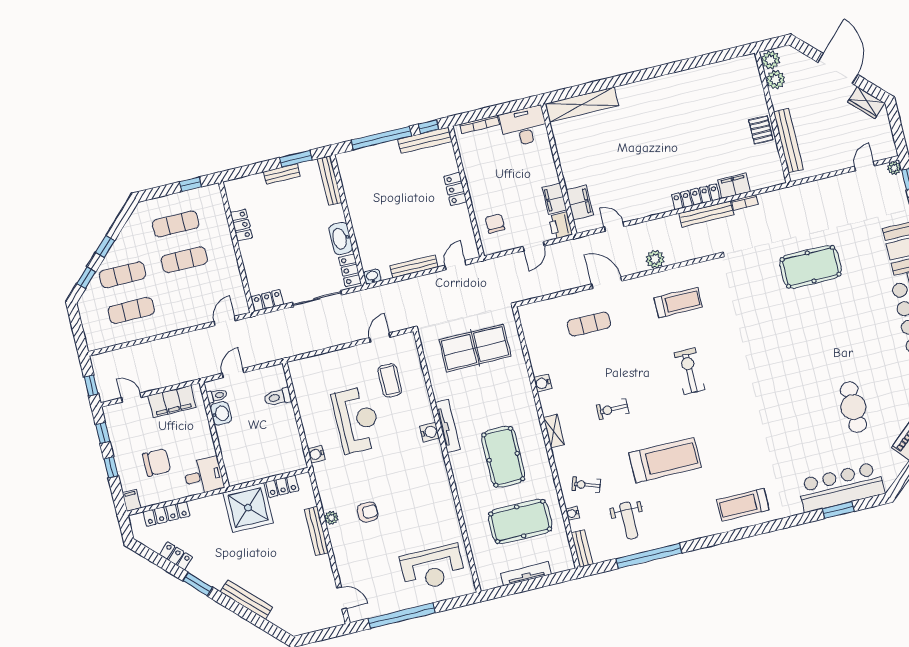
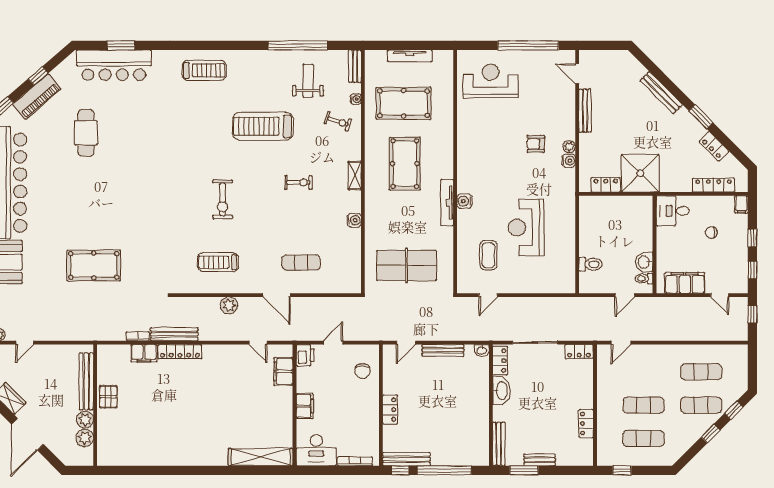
plant: (770, 60) -> (85, 420), moved
filing cabinet: (554, 199) -> (305, 406), moved
water cooler: (316, 454) -> (569, 161), moved
chair: (157, 462) -> (711, 233), width x0.54, depth x0.54
bench: (317, 531) -> (585, 111), moved

